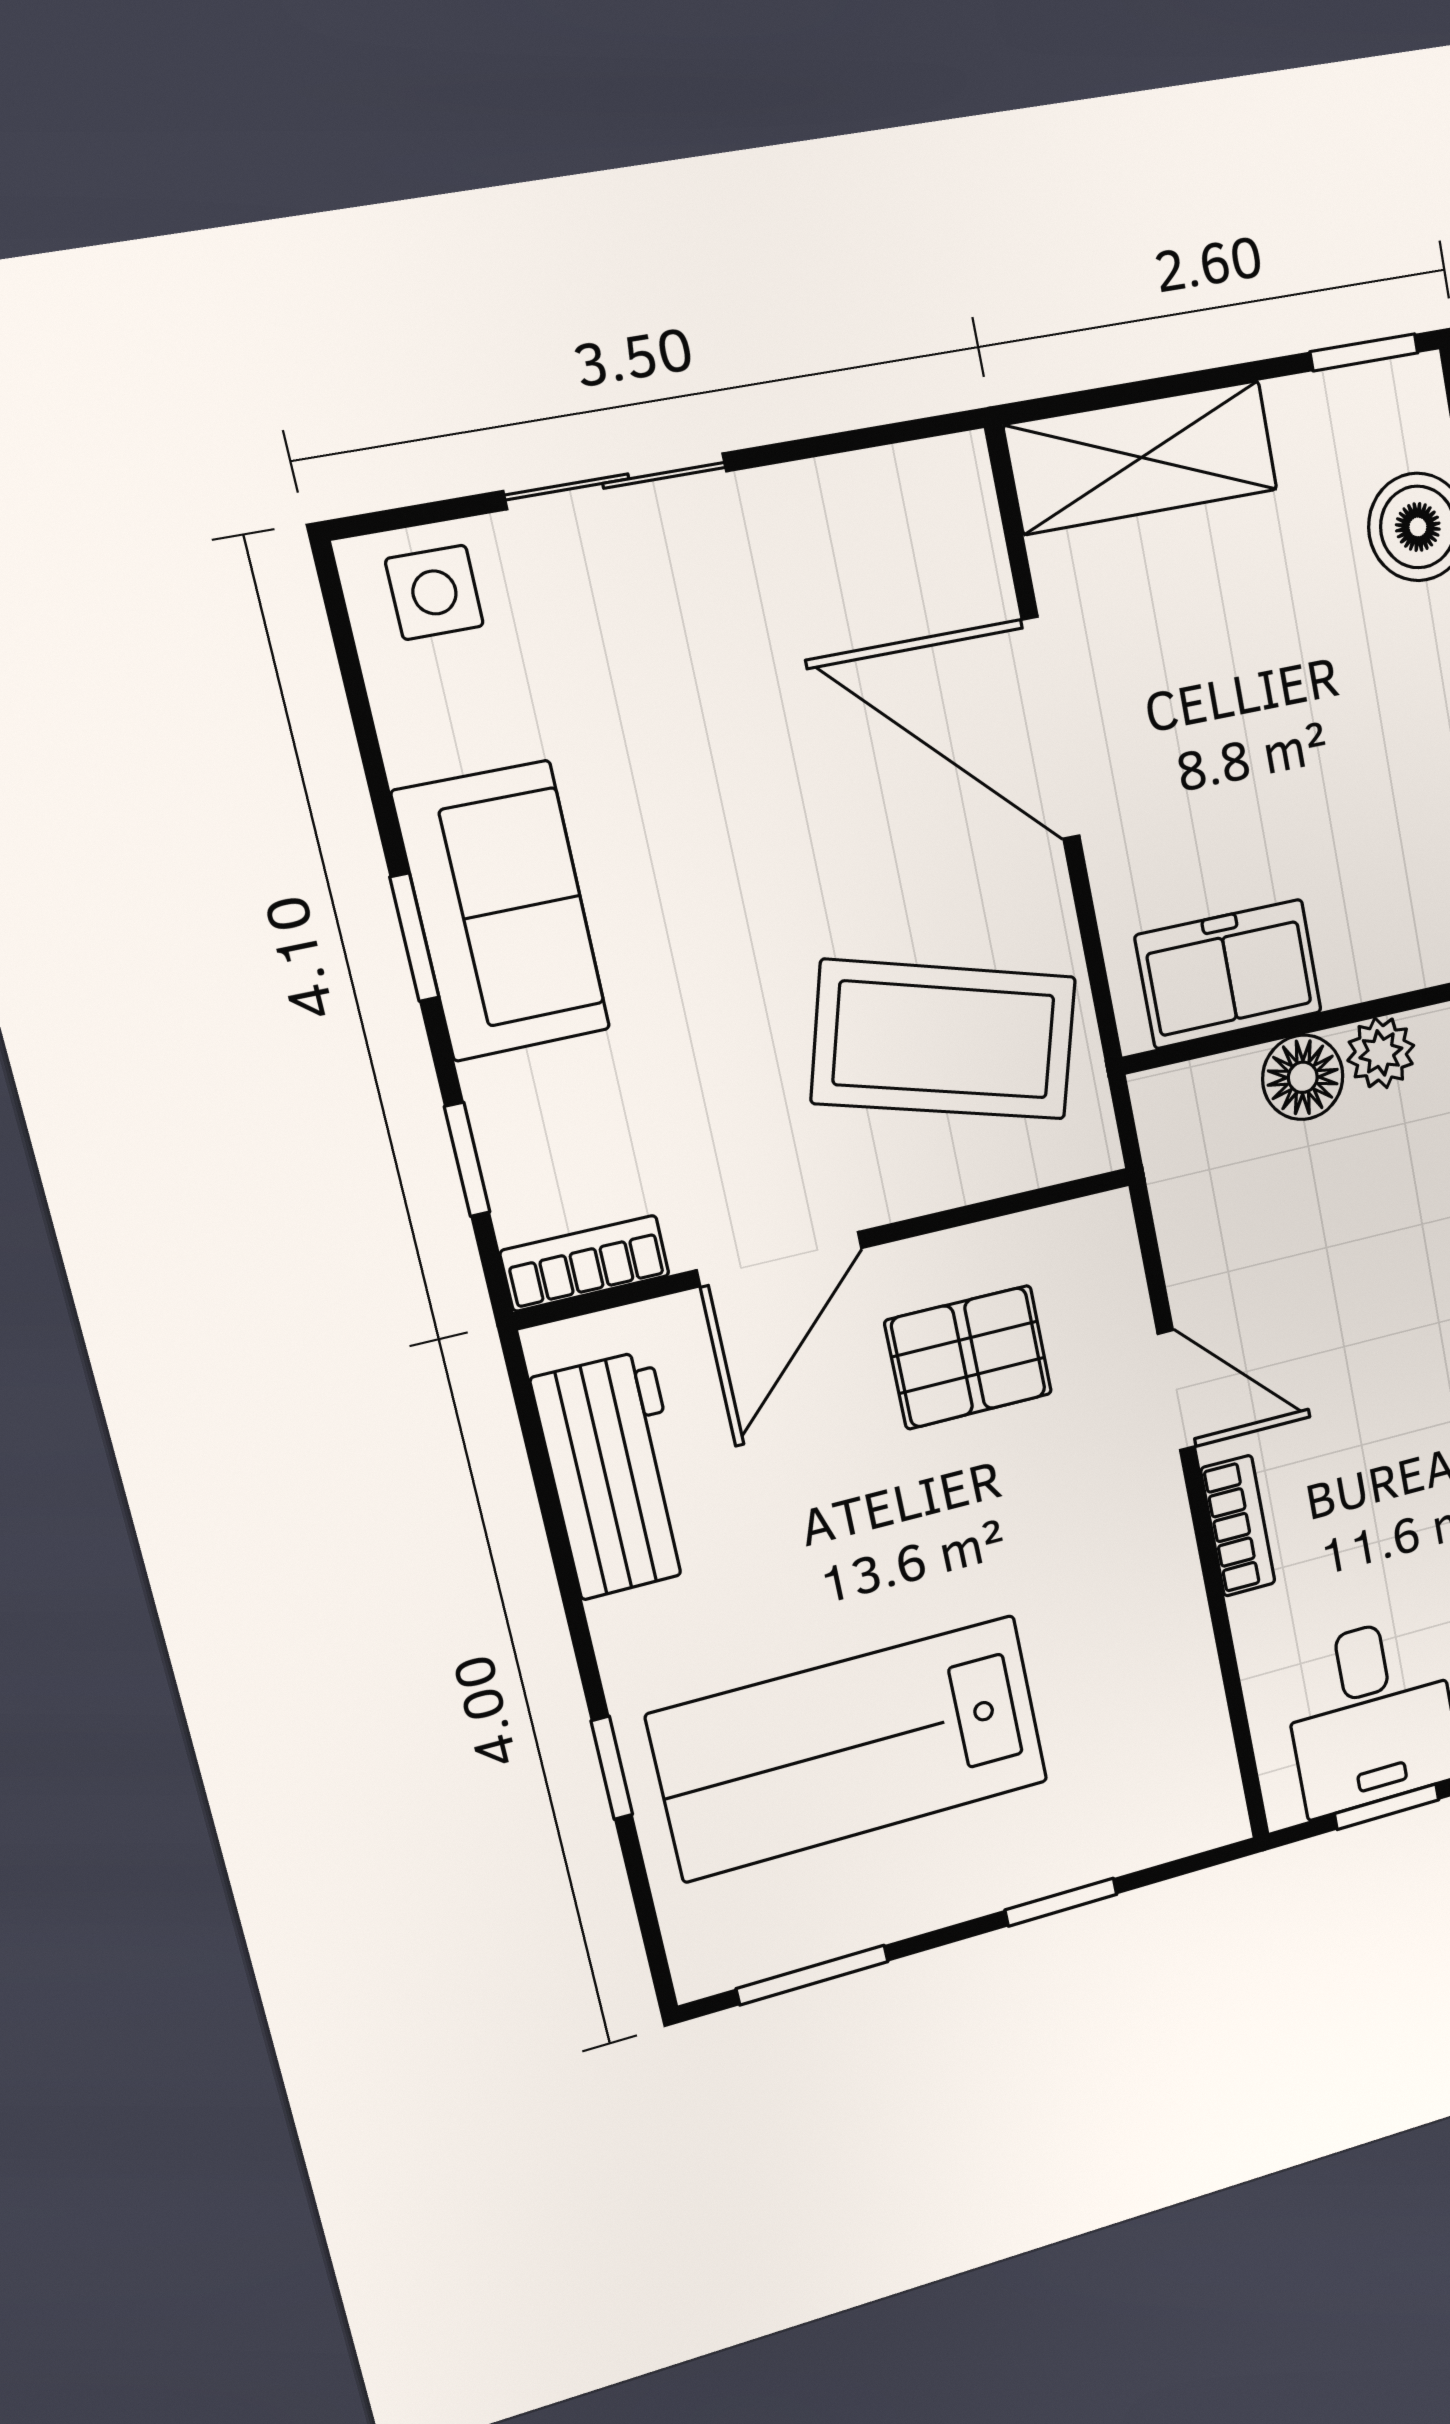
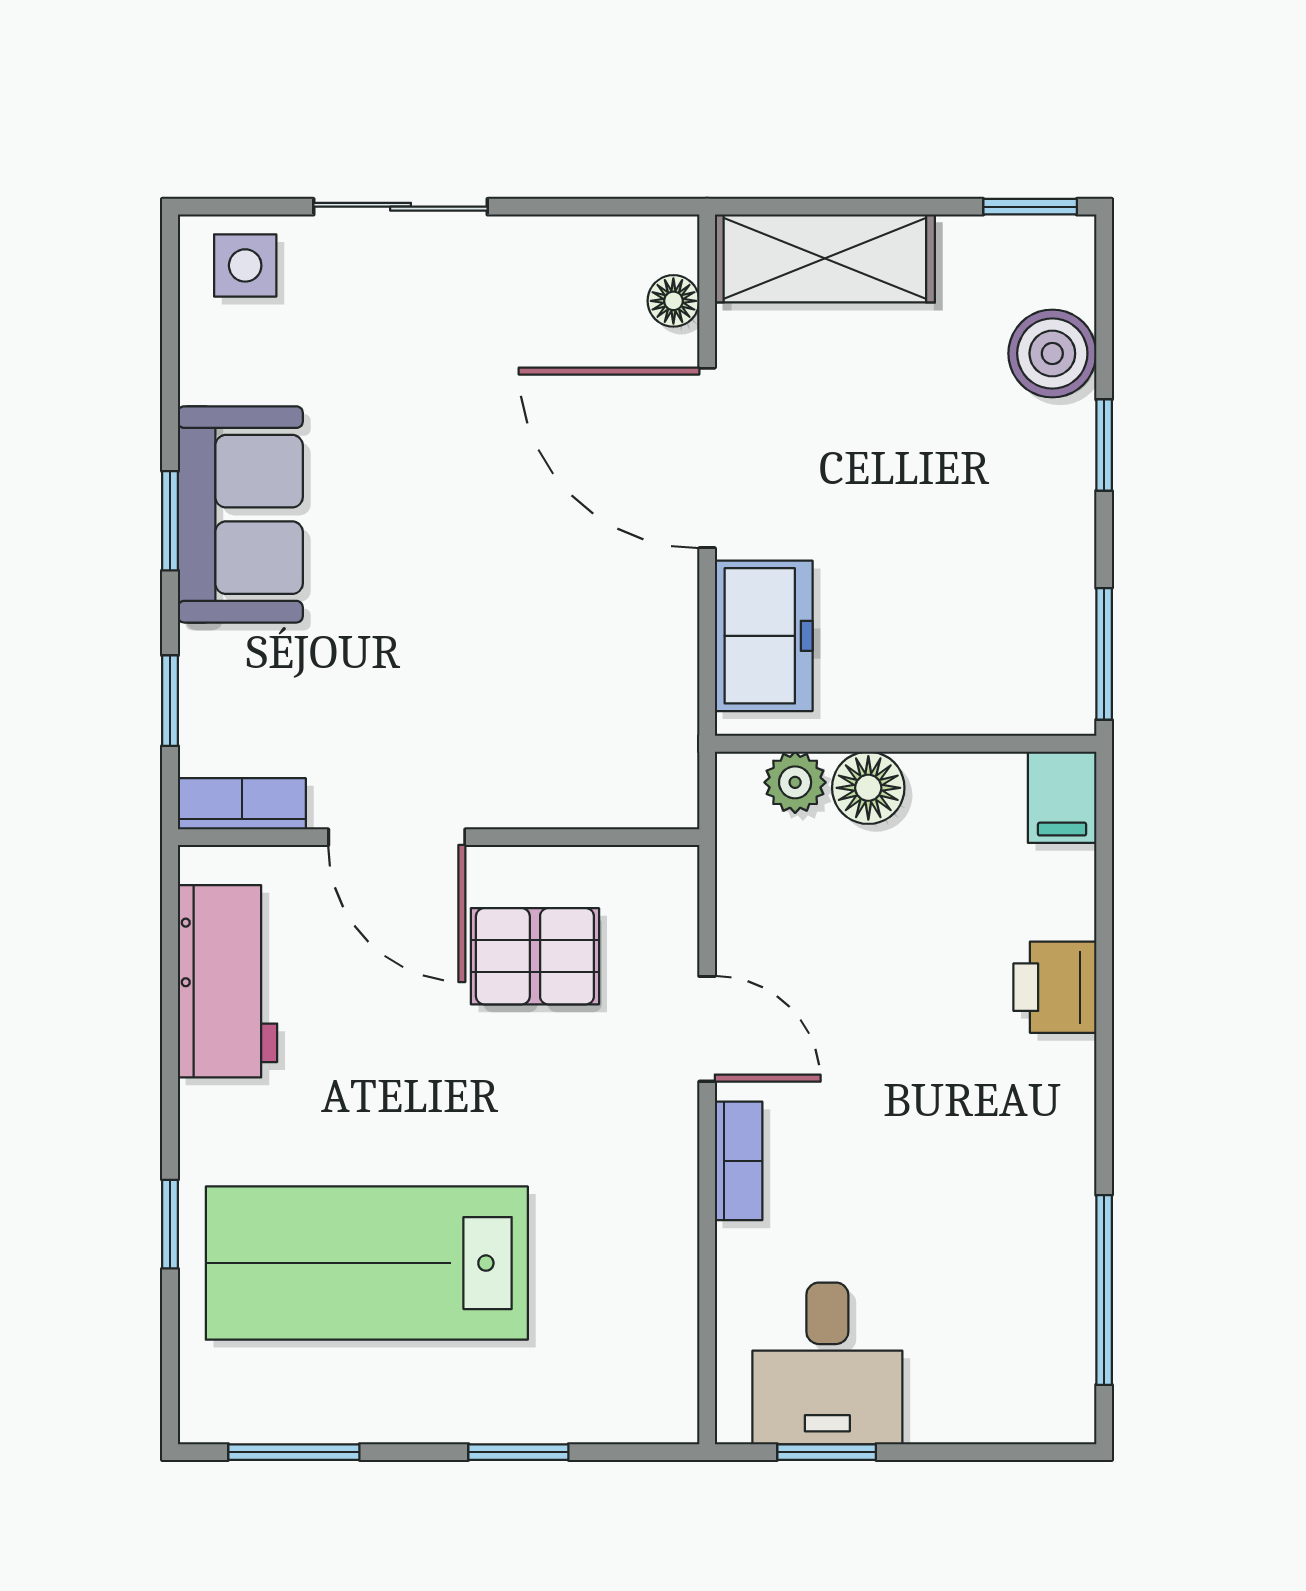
floor lamp: (974, 542) -> (673, 301), added
freezer: (1229, 974) -> (764, 636), moved, turned 90
coffee table: (944, 1040) -> (568, 690), removed
plant: (1381, 1053) -> (795, 782), moved
door: (780, 1259) -> (397, 837), hinge flipped

